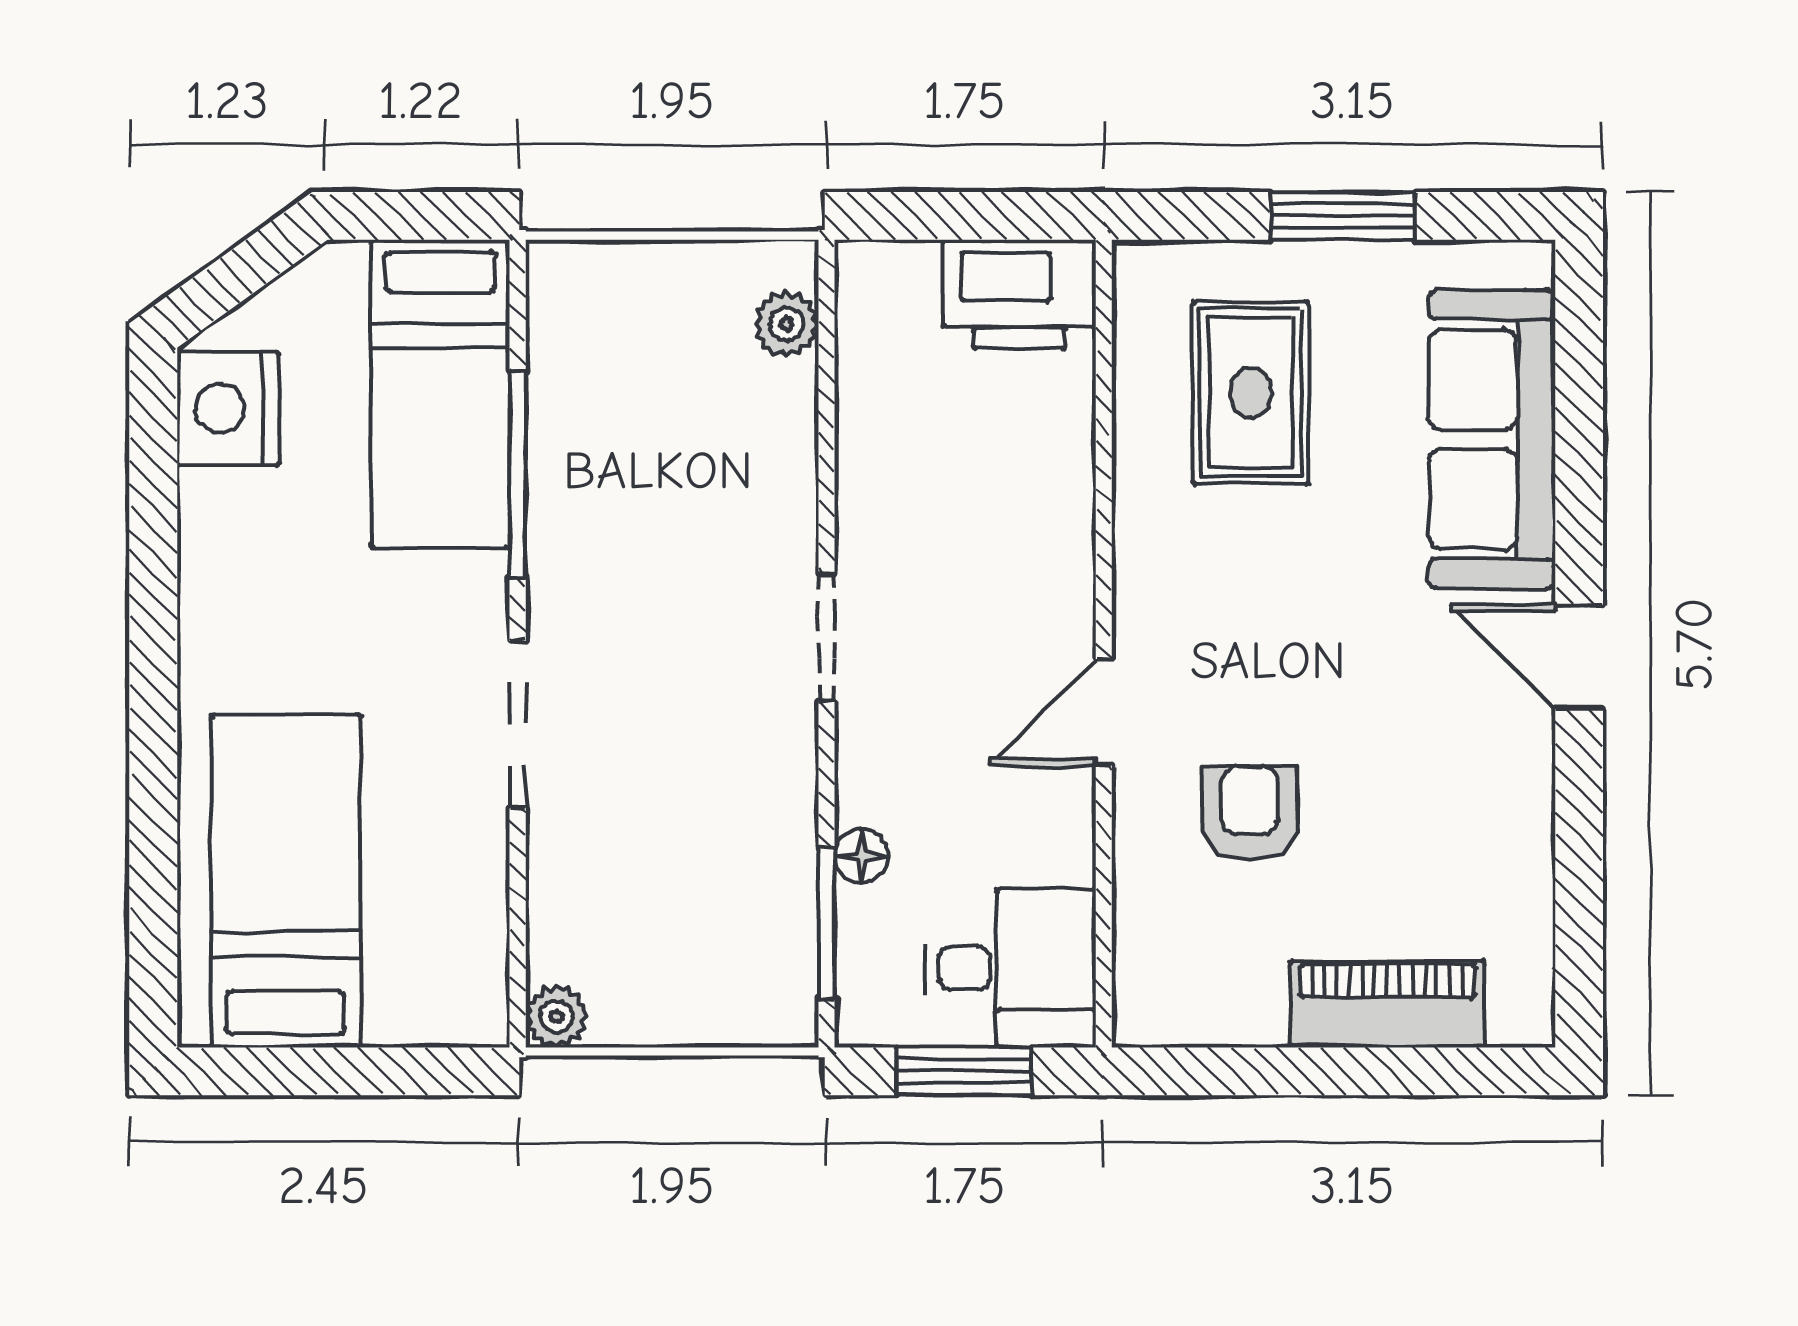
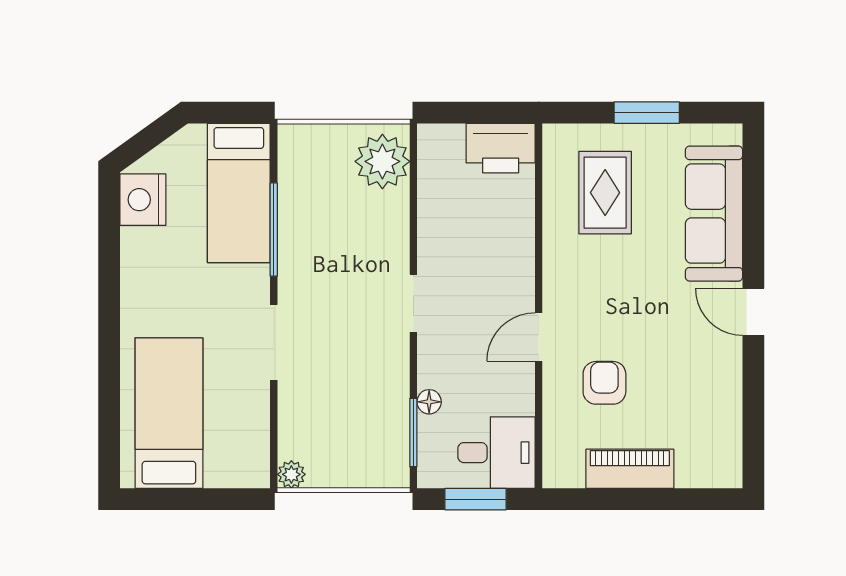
plant: (786, 324) -> (382, 161), width x1.87, depth x1.87
piano: (1388, 1004) -> (630, 469), moved

